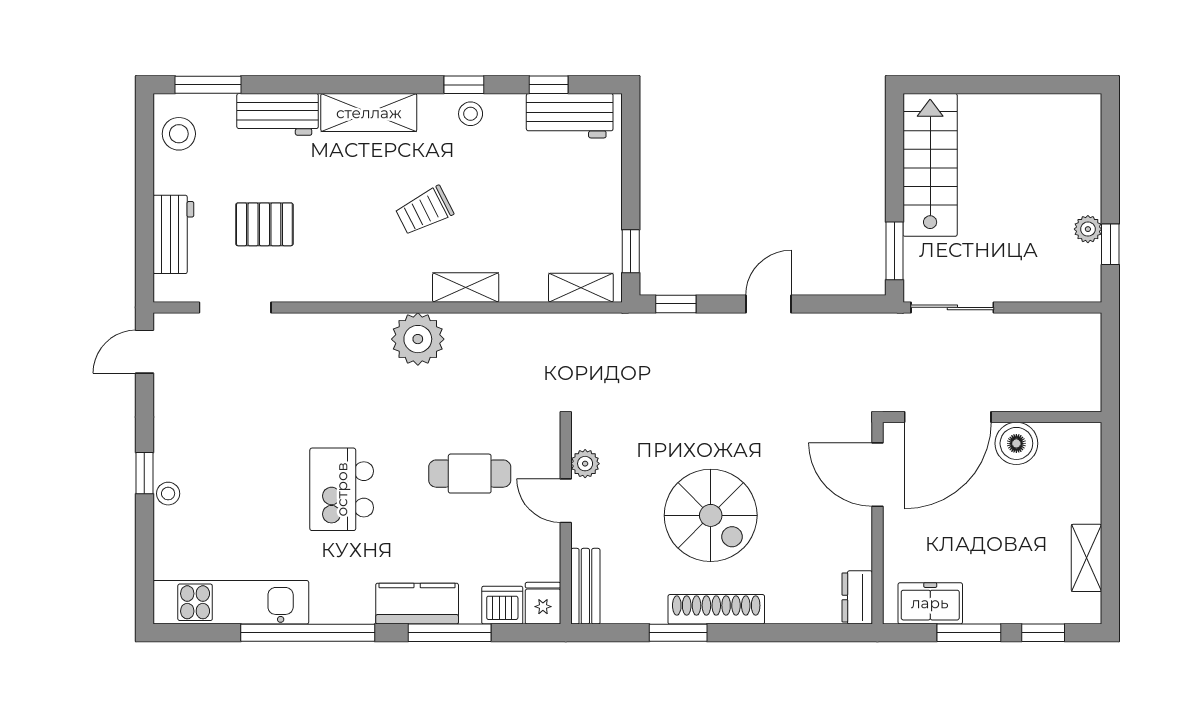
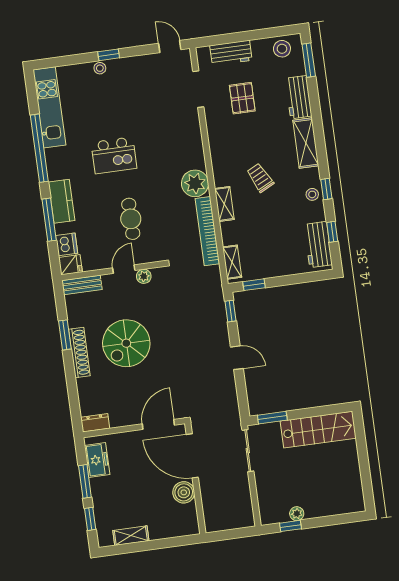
bookcase: (514, 328) -> (207, 231), added
kitchen island: (342, 489) -> (114, 155), turned 180

